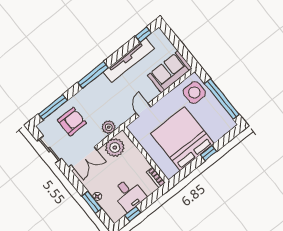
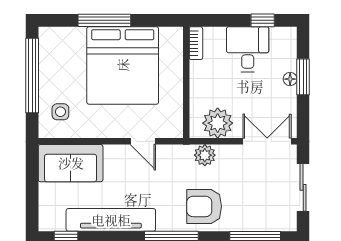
side table: (194, 92) -> (60, 112), width x0.54, depth x0.54
door: (144, 110) -> (143, 141), hinge flipped
armchair: (72, 122) -> (204, 206), moved
window: (209, 153) -> (104, 20), width x2.17

